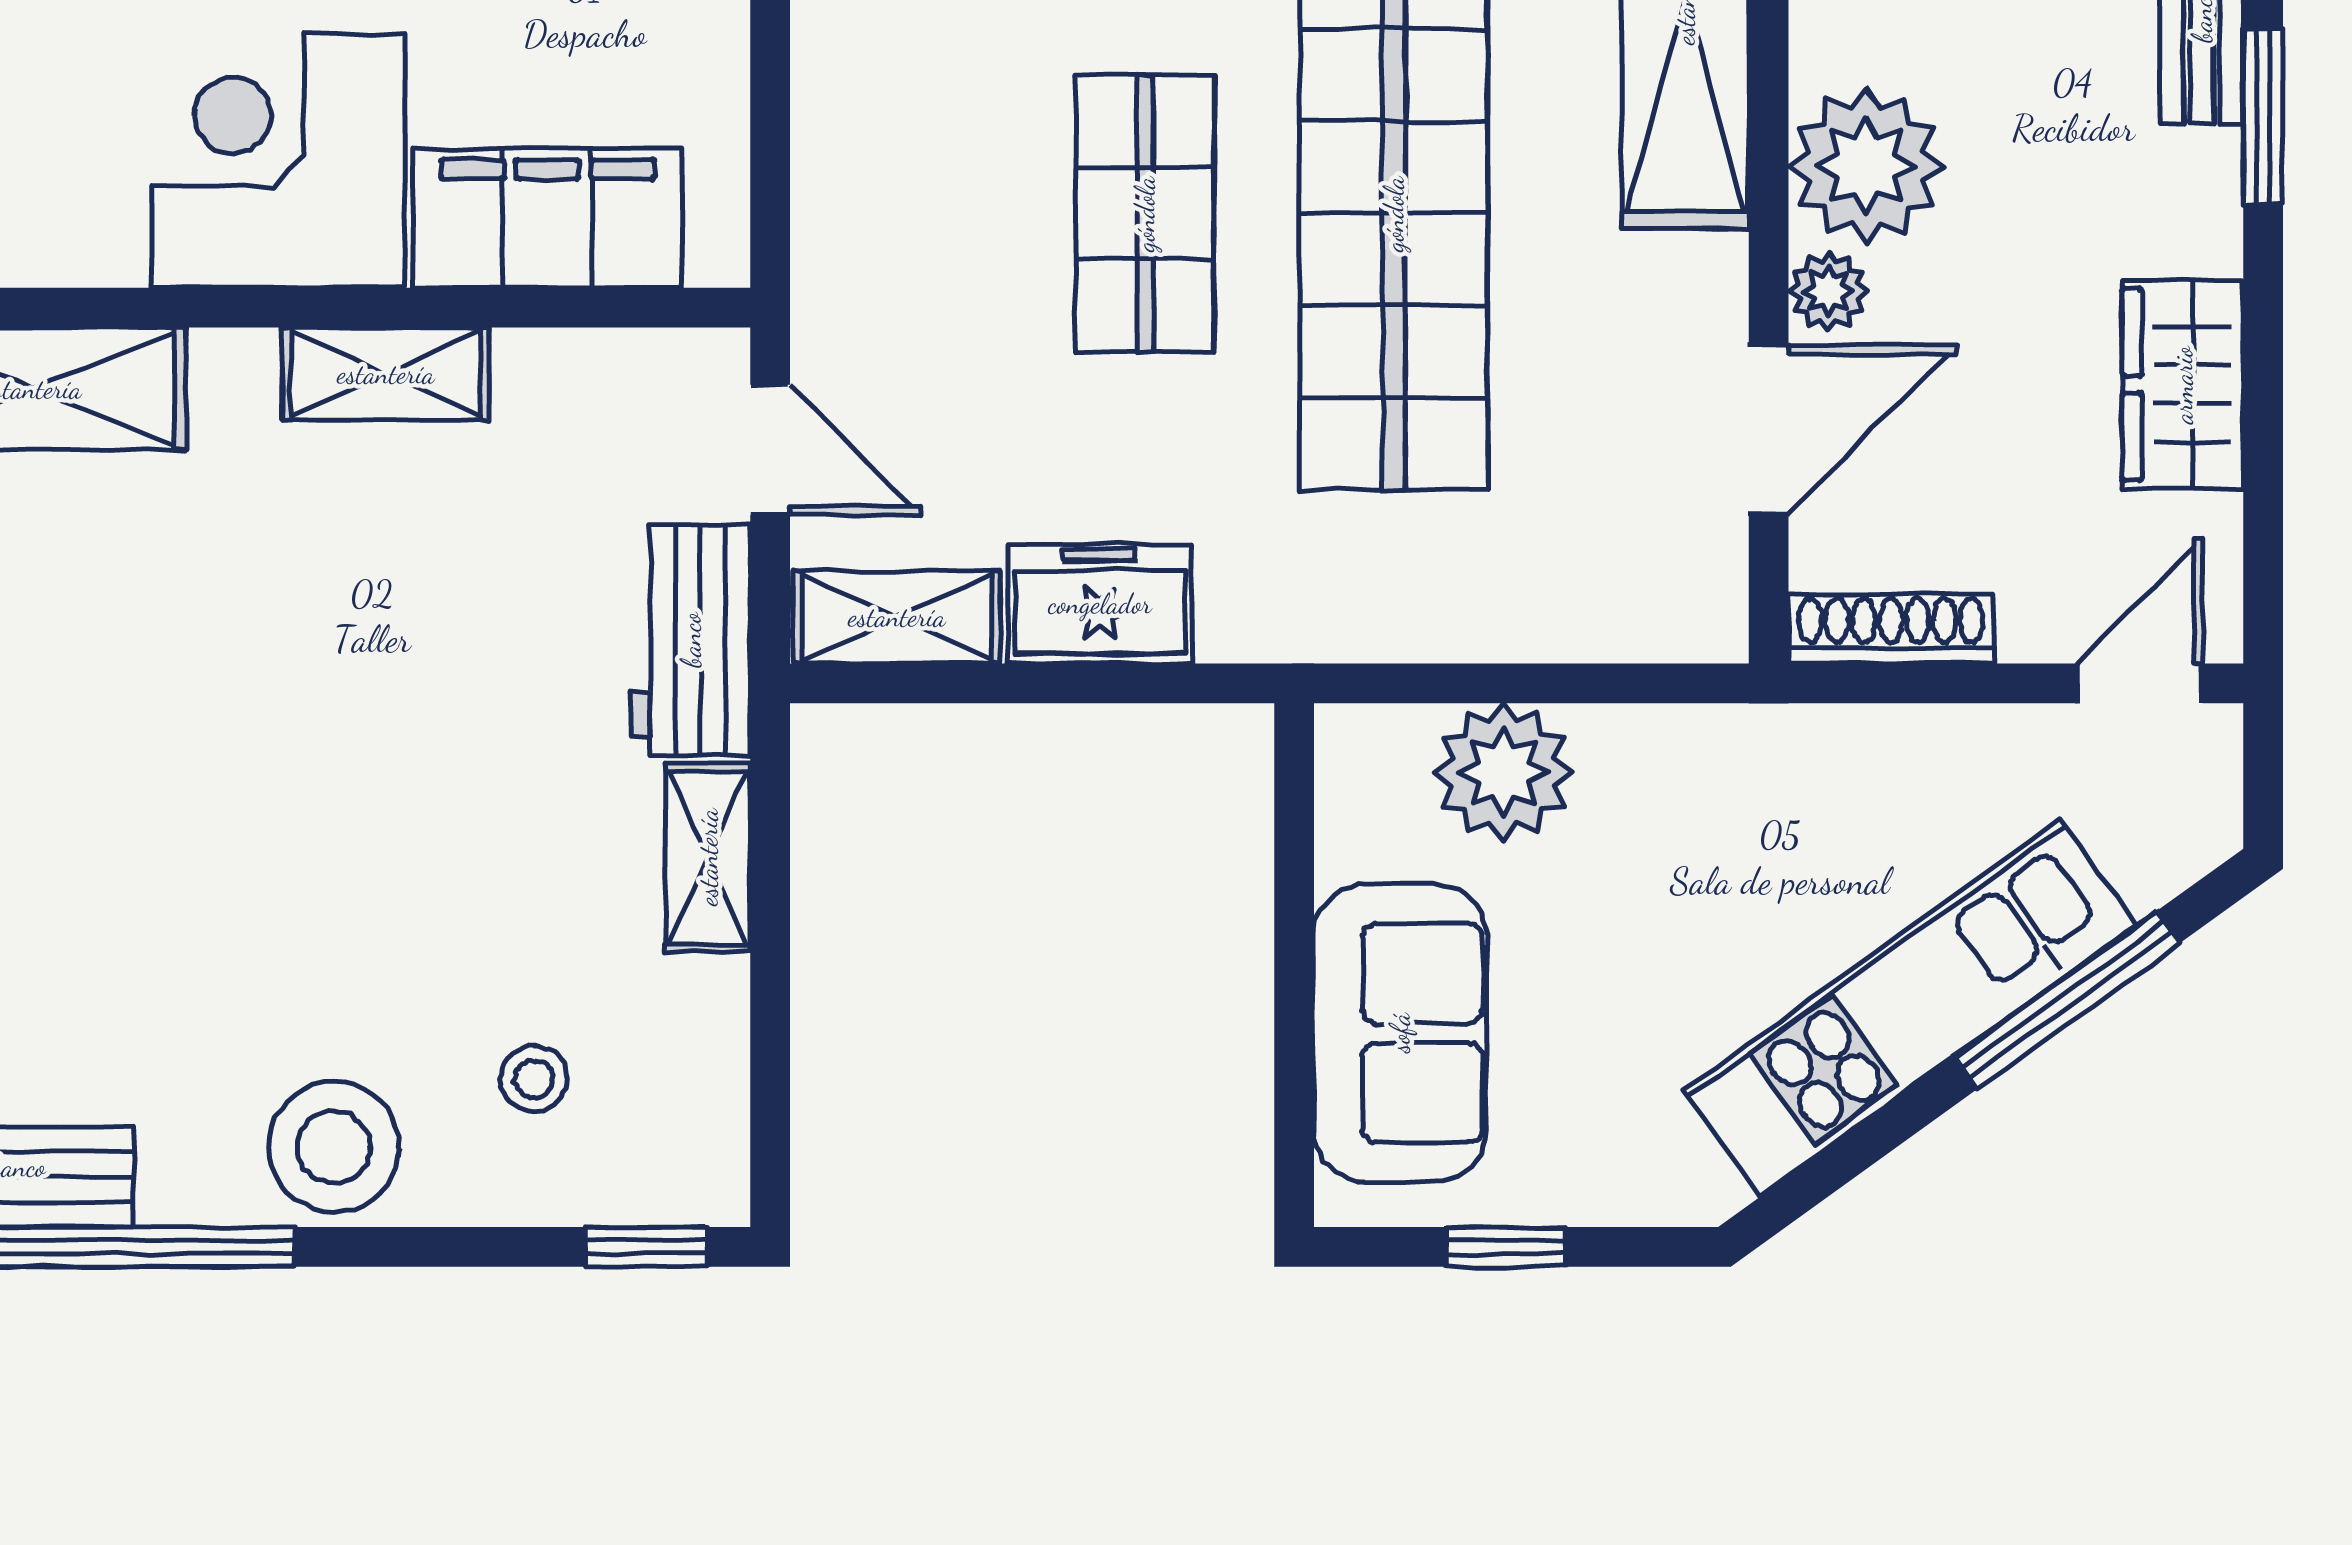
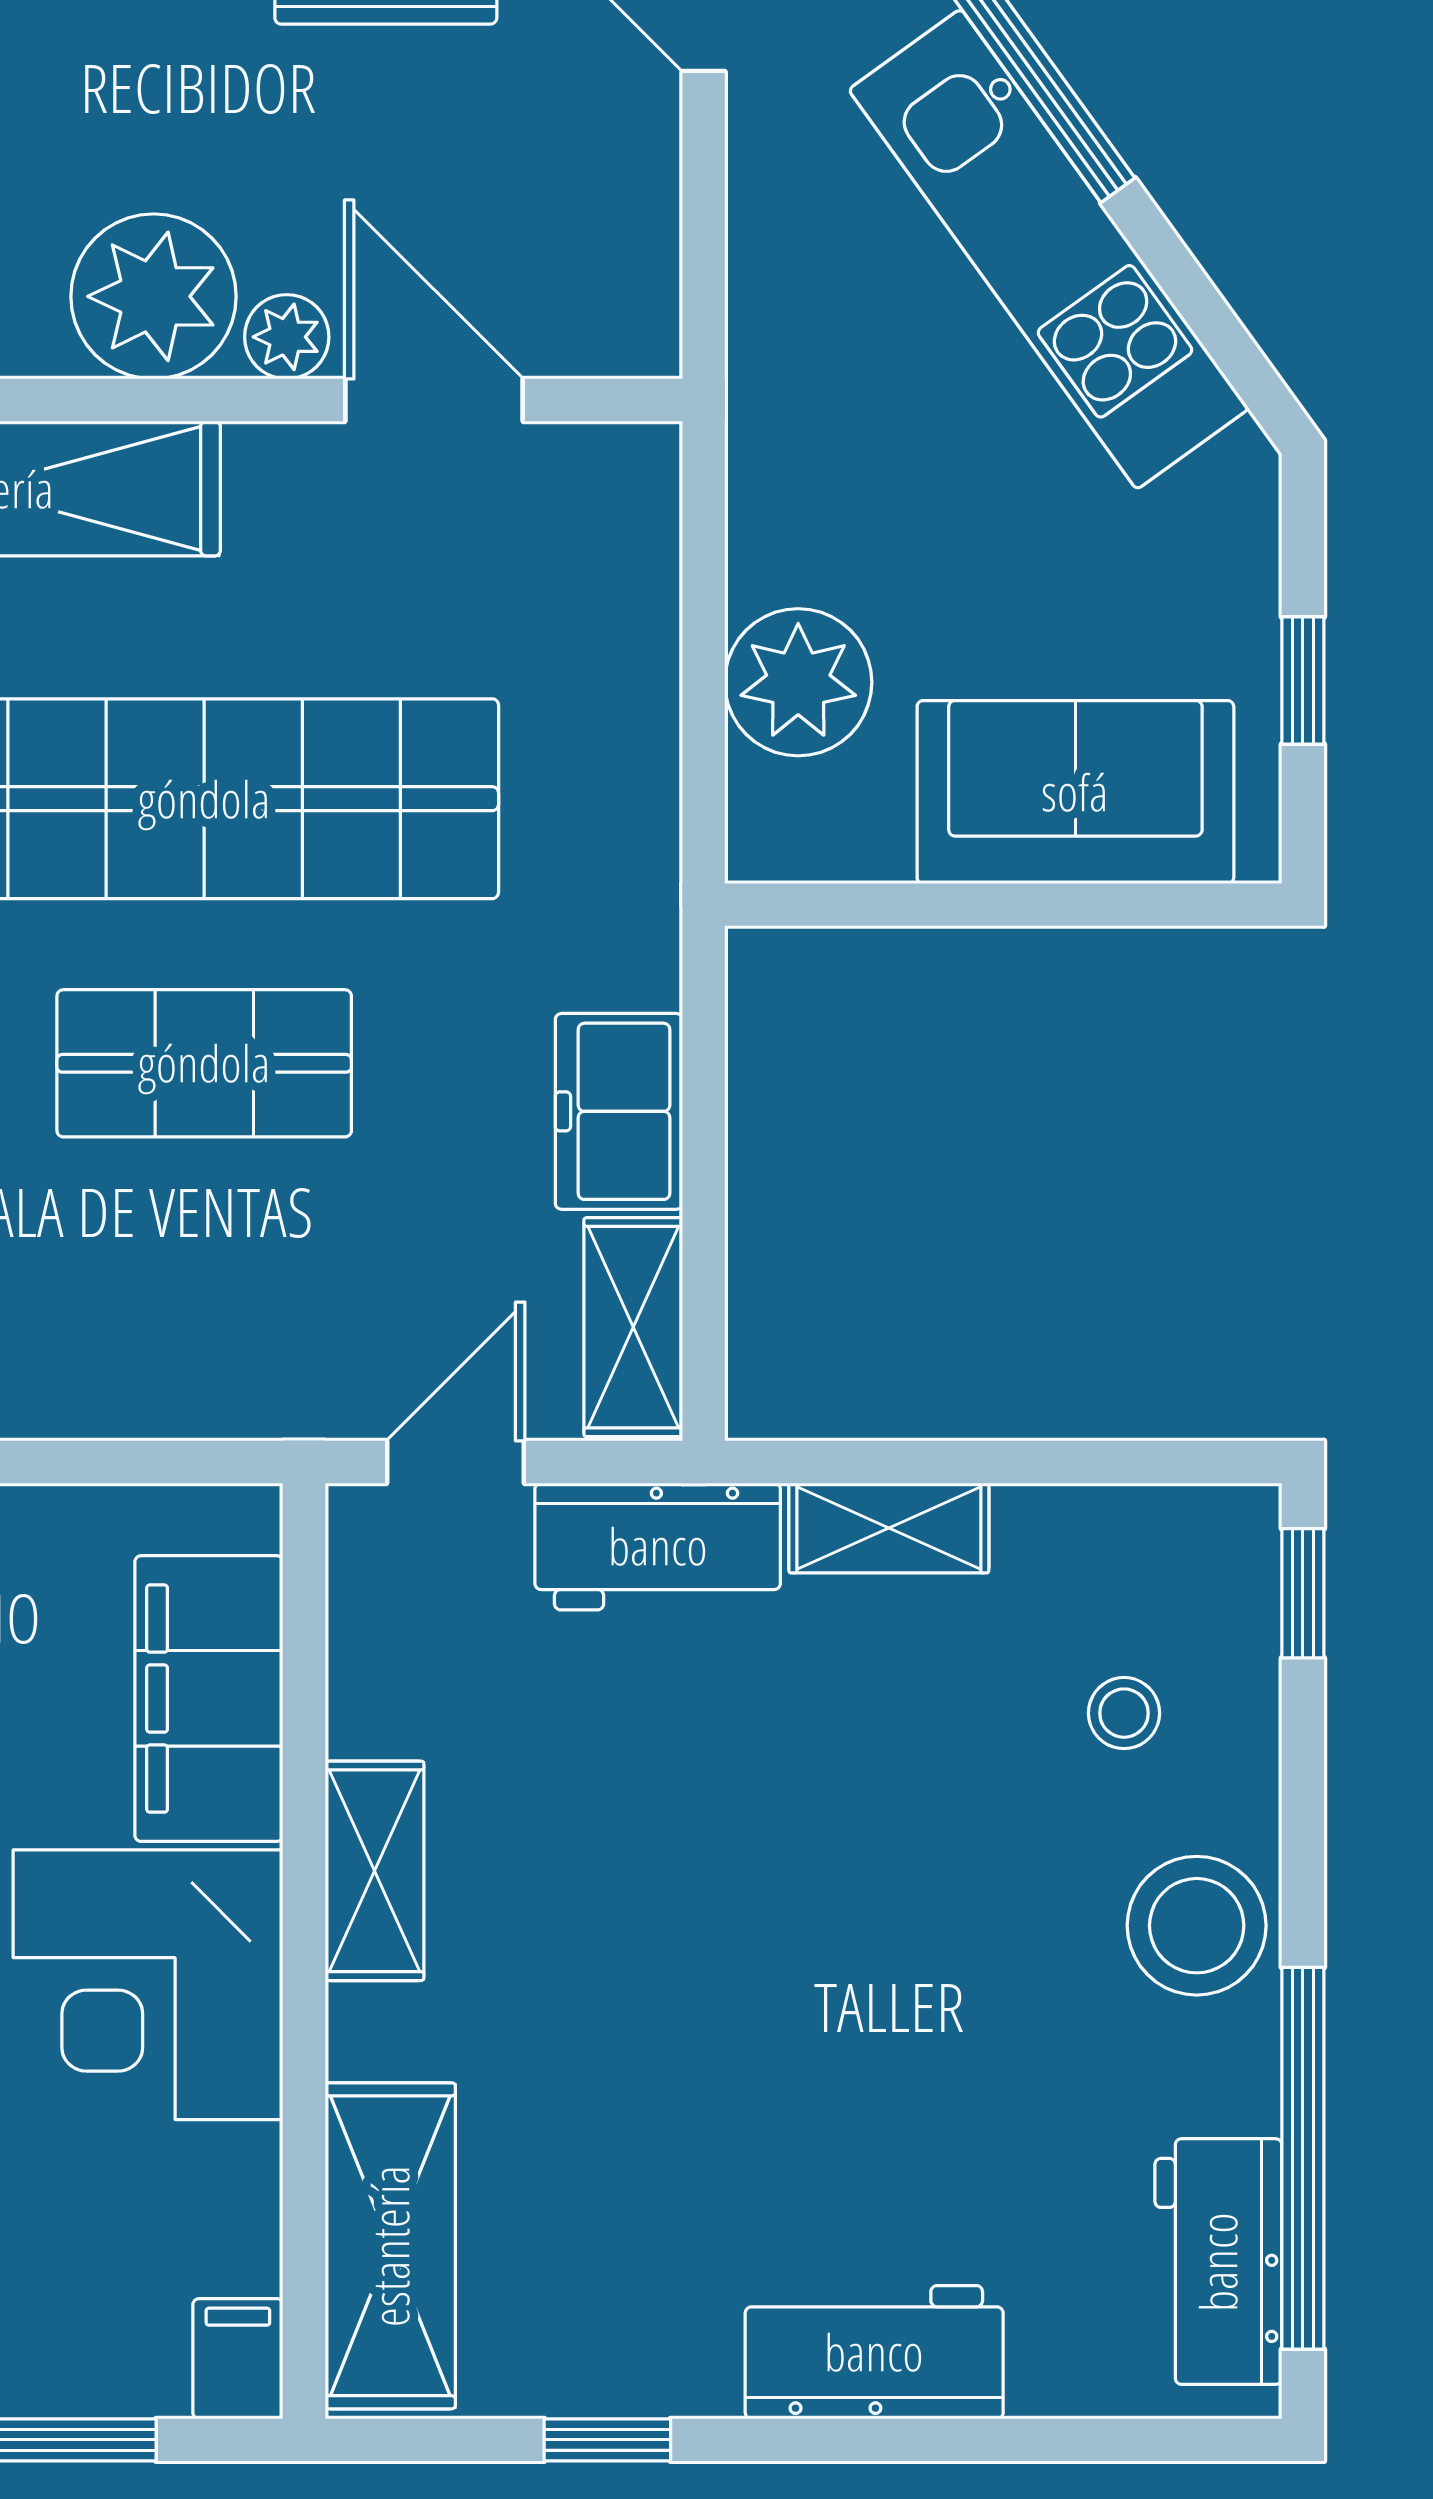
shoe rack: (1891, 629) -> (646, 270), removed

